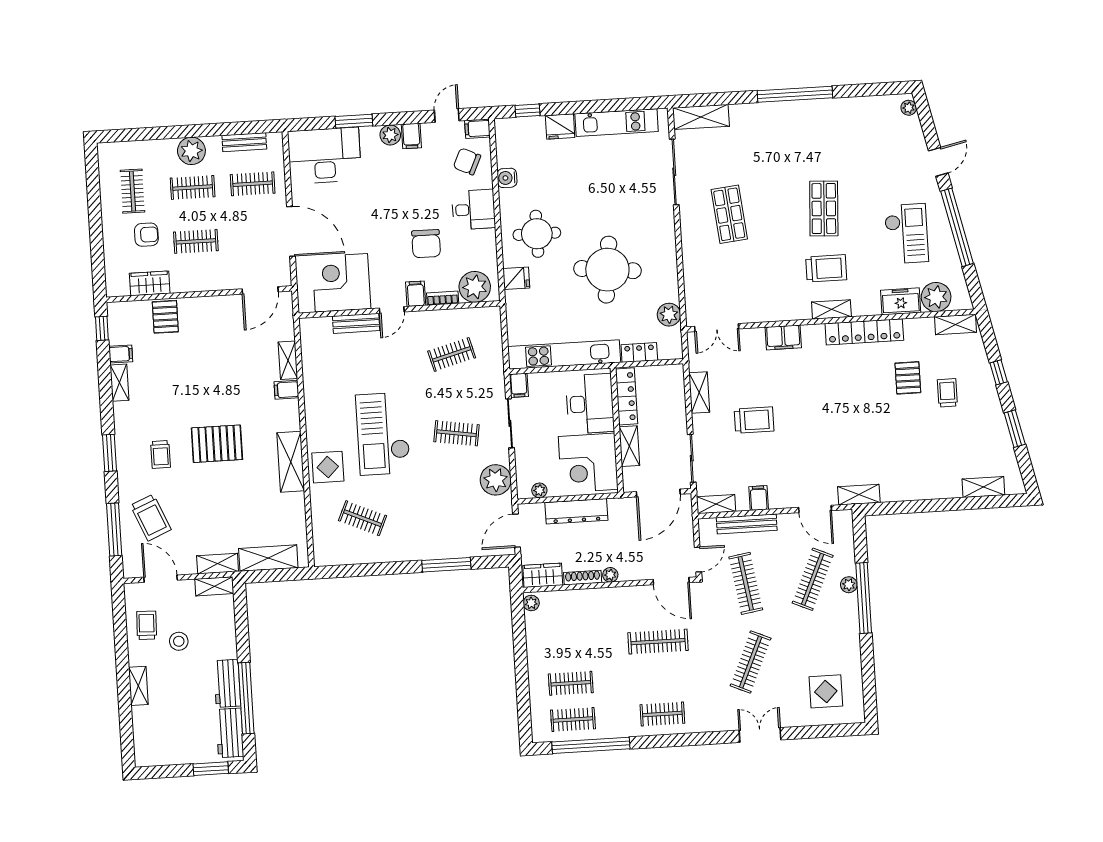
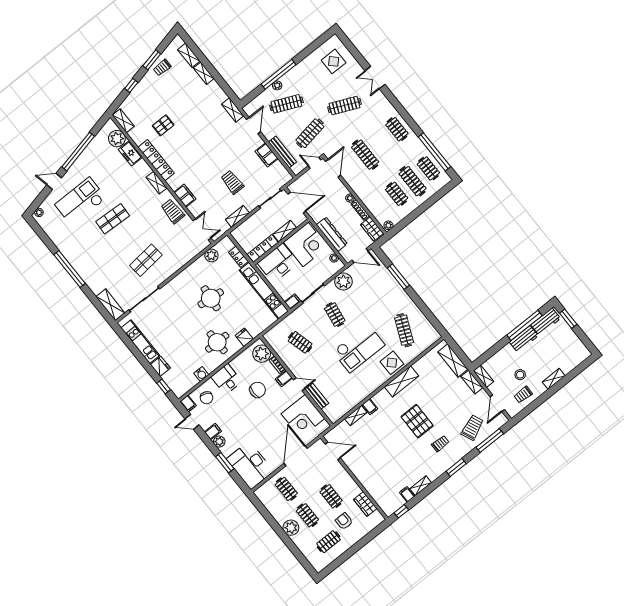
bench: (244, 142) -> (270, 506), removed
checkout: (906, 234) -> (81, 201), moved, width x1.36, depth x1.21
trolley: (826, 268) -> (173, 211), moved
round table: (607, 270) -> (211, 298), width x0.73, depth x0.73
pallet: (165, 317) -> (376, 486), removed
trolley: (947, 393) -> (162, 68), moved
filing cabinet: (759, 498) -> (267, 155), width x2.00
shelving: (716, 504) -> (204, 73), moved
clothes rail: (363, 518) -> (404, 330), width x1.36
clothes rail: (569, 647) -> (397, 194), added
clothes rail: (571, 683) -> (412, 181), width x1.36

